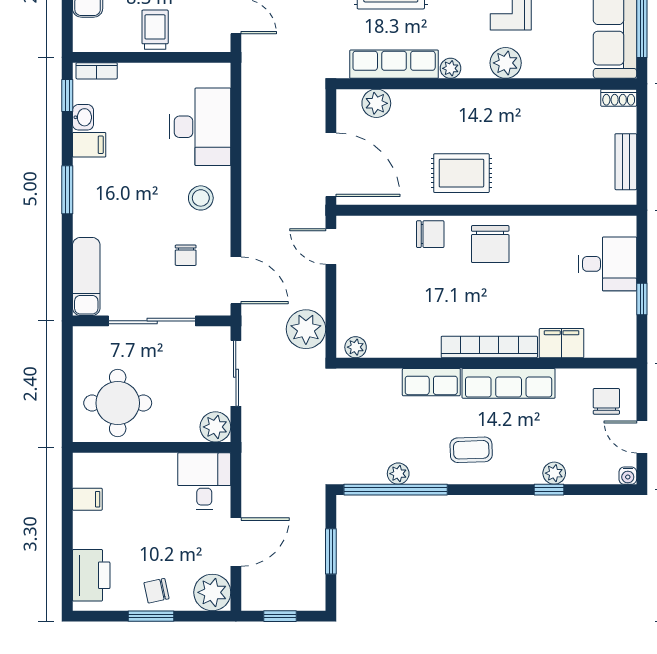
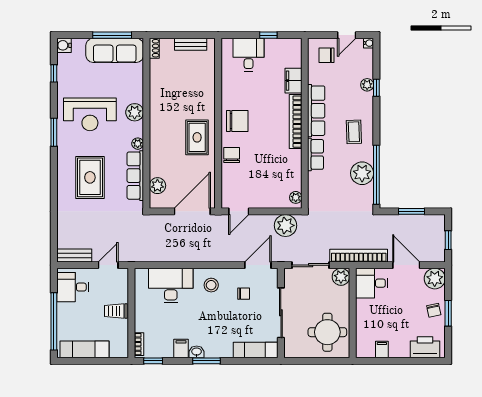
washbasin: (83, 117) -> (197, 352), moved
bookcase: (253, 458) -> (359, 256), added
plant: (398, 474) -> (362, 173), width x1.88, depth x1.88

